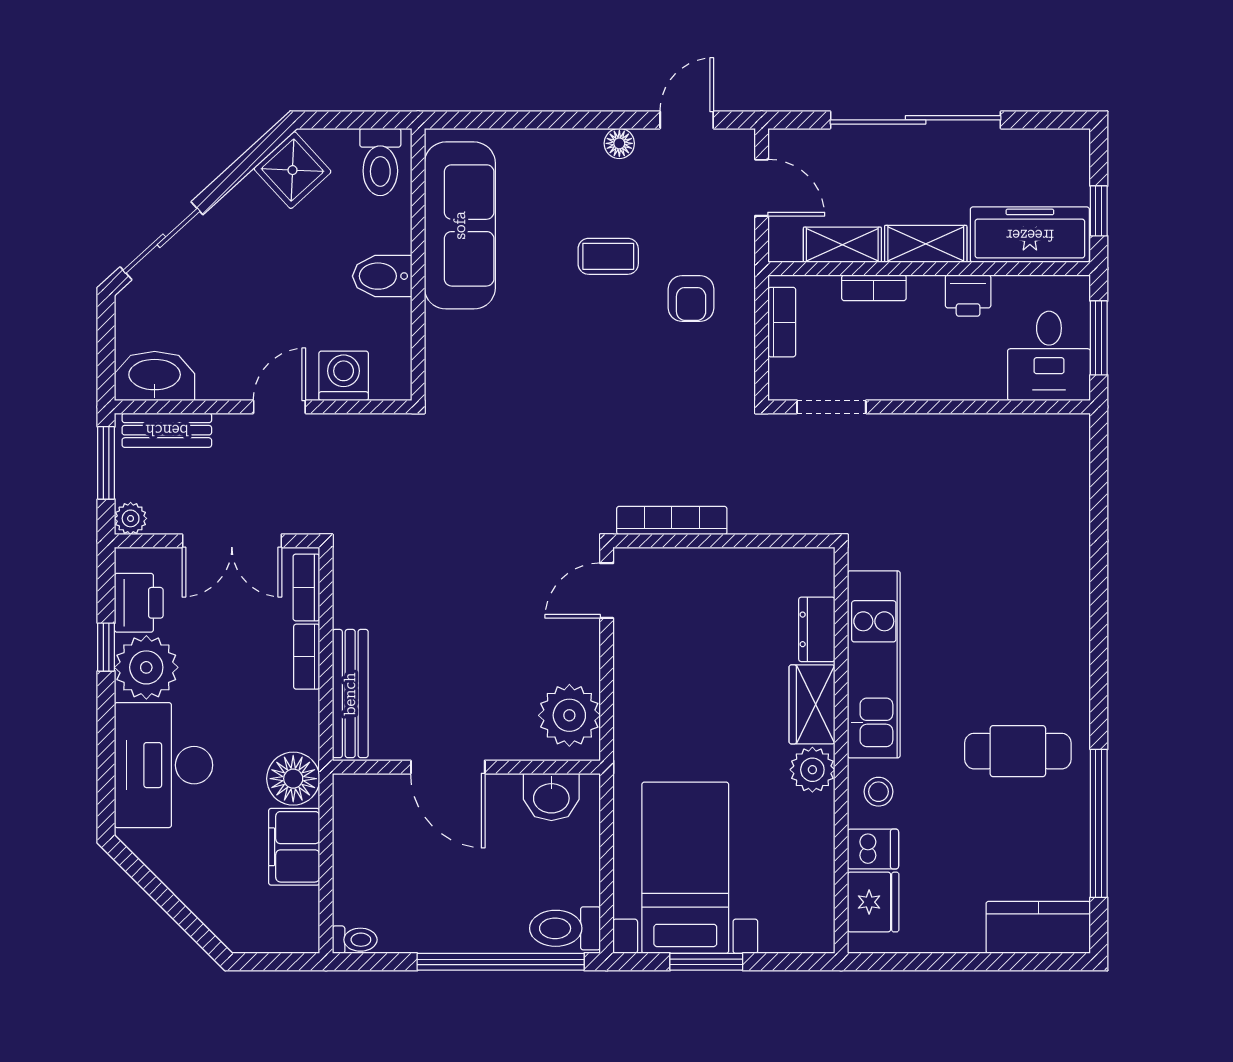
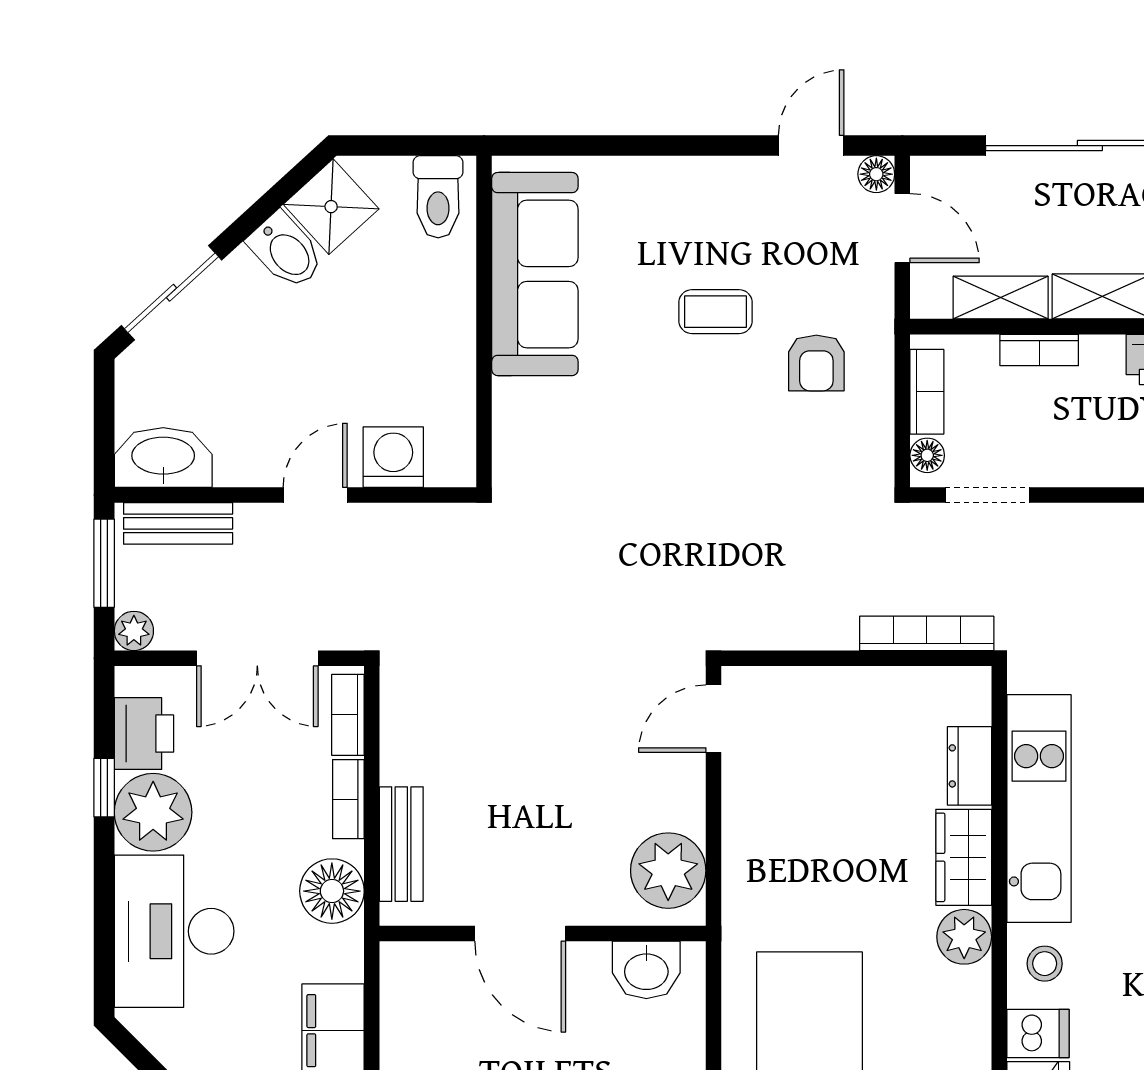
floor lamp: (619, 143) -> (876, 174), moved
bidet: (382, 276) -> (286, 251), moved, turned -132
floor lamp: (782, 374) -> (927, 455), added
bookcase: (672, 520) -> (927, 633), moved
bench: (350, 694) -> (401, 844), width x0.73
floor lamp: (293, 779) -> (332, 891), moved

